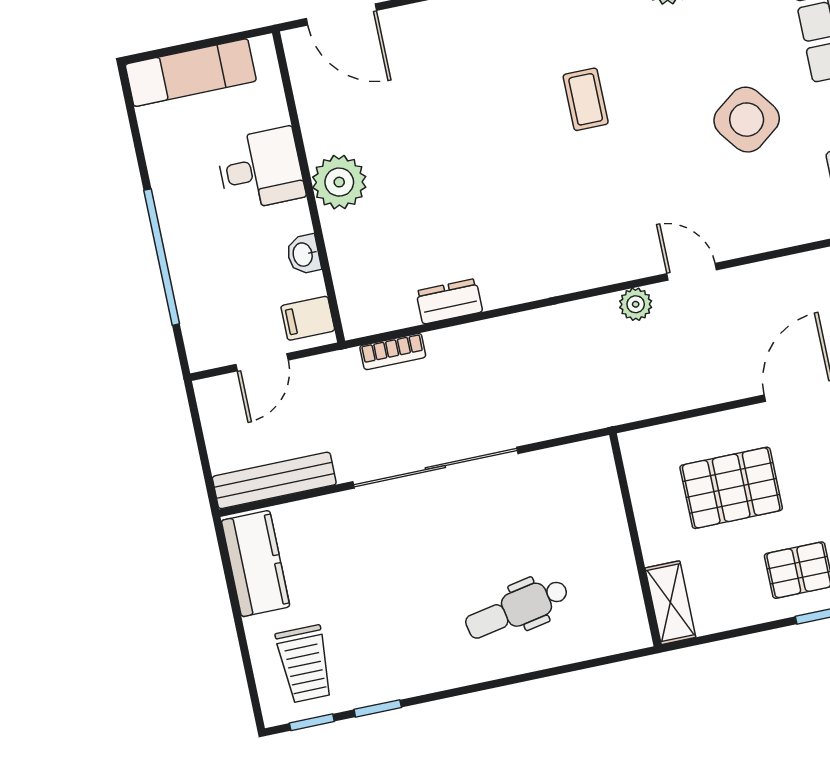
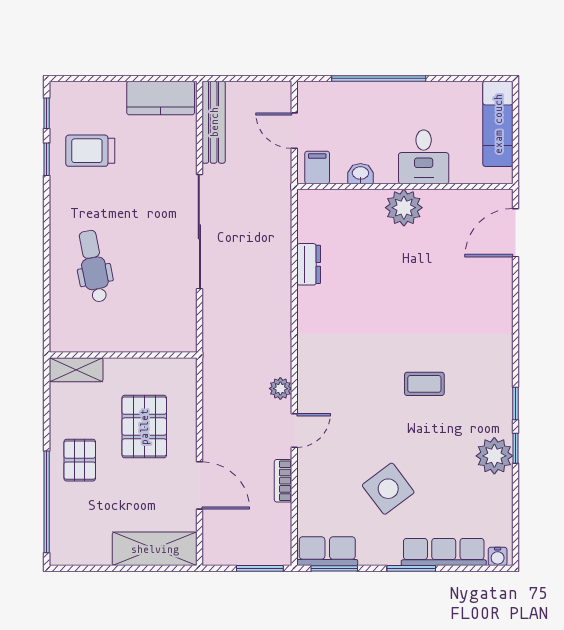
bookcase: (393, 352) -> (283, 481), moved
trolley: (305, 664) -> (90, 151), moved

